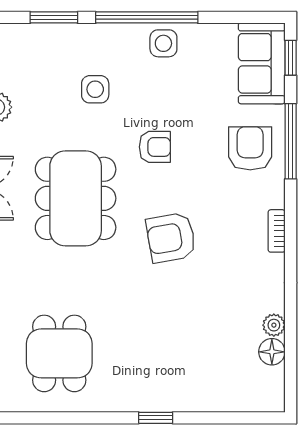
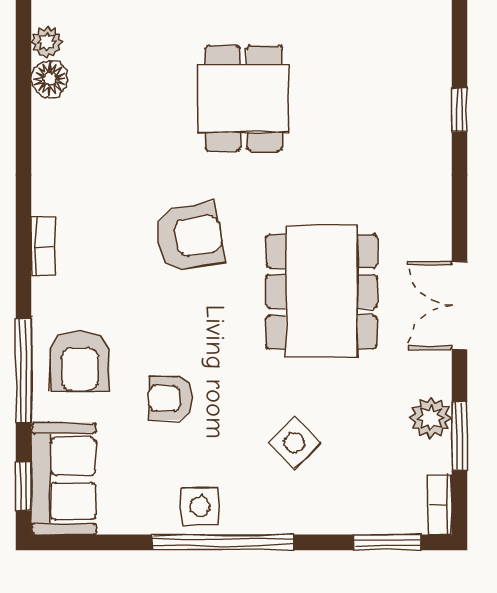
window: (54, 17) -> (387, 542), moved
side table: (95, 89) -> (294, 443), turned 45
armchair: (155, 147) -> (170, 398), moved
plant: (274, 325) -> (47, 42), moved
dining table: (59, 353) -> (243, 98), moved

